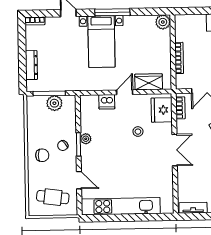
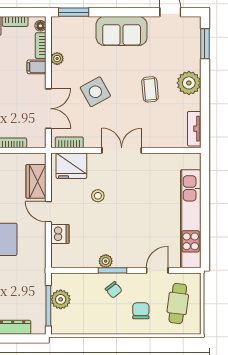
chair: (42, 155) -> (141, 311), moved

